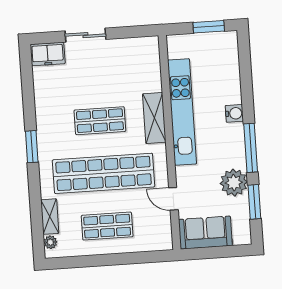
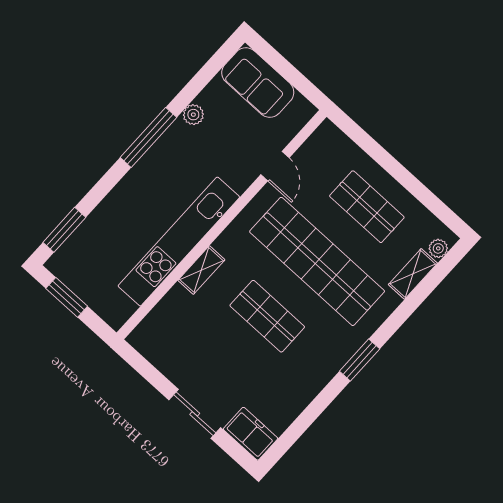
water cooler: (234, 113) -> (130, 187), removed
shelving: (154, 118) -> (201, 270), width x0.67, depth x0.75
plant: (234, 183) -> (193, 115), width x0.53, depth x0.53
window: (254, 202) -> (64, 230), moved
sofa: (205, 233) -> (258, 83), moved

